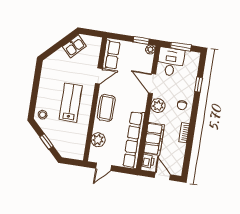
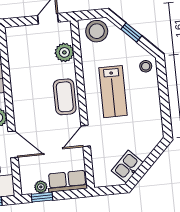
plant: (150, 50) -> (41, 187), moved
row of seats: (111, 55) -> (67, 181), moved, turned 90
row of seats: (134, 140) -> (17, 65), removed
stool: (71, 149) -> (97, 31), added

